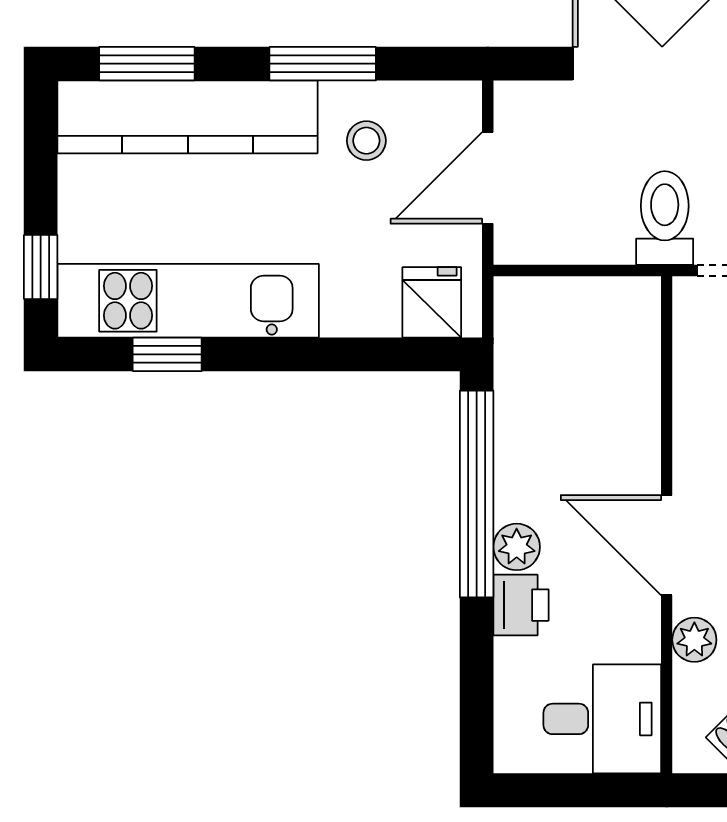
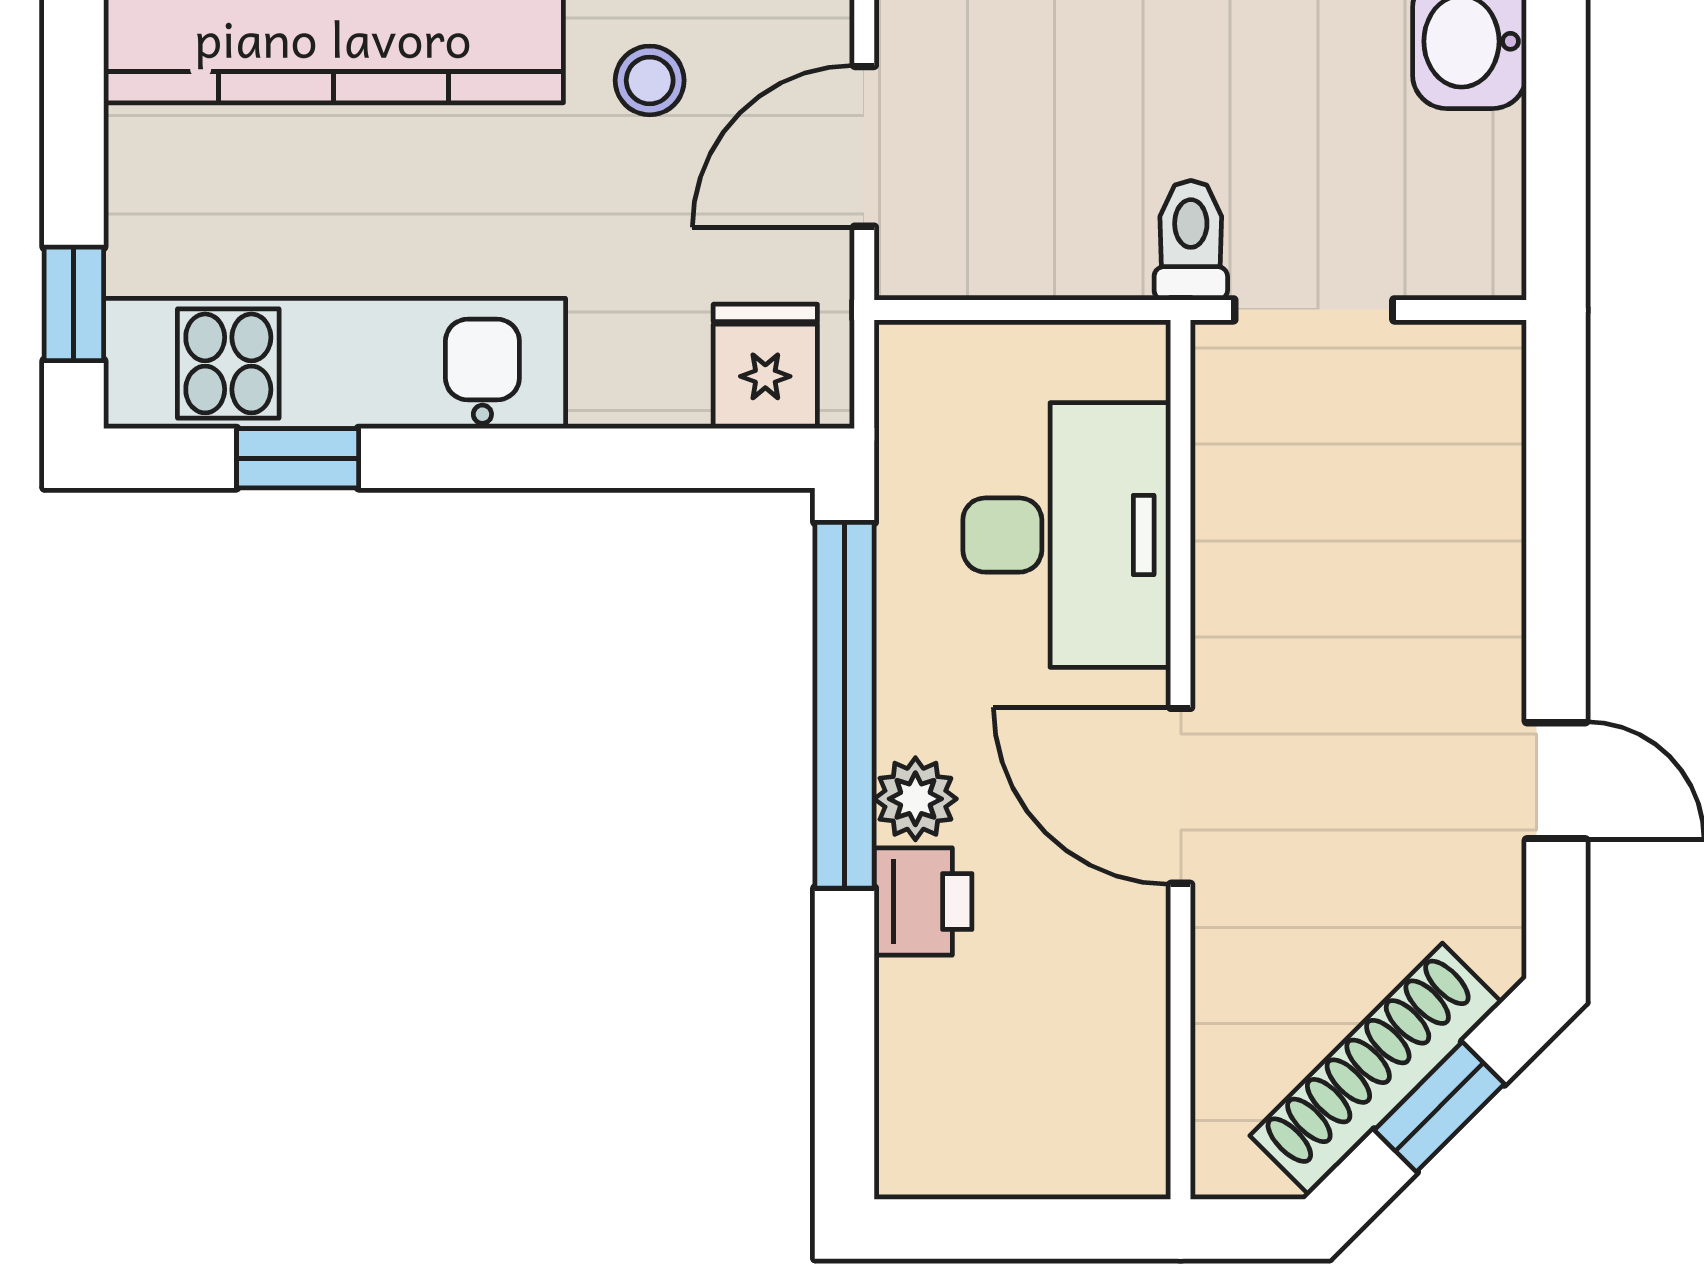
toilet: (665, 218) -> (1191, 240), width x0.73, depth x0.72
plant: (694, 640) -> (1230, 963), removed
desk: (602, 719) -> (1067, 535), moved, width x1.37

